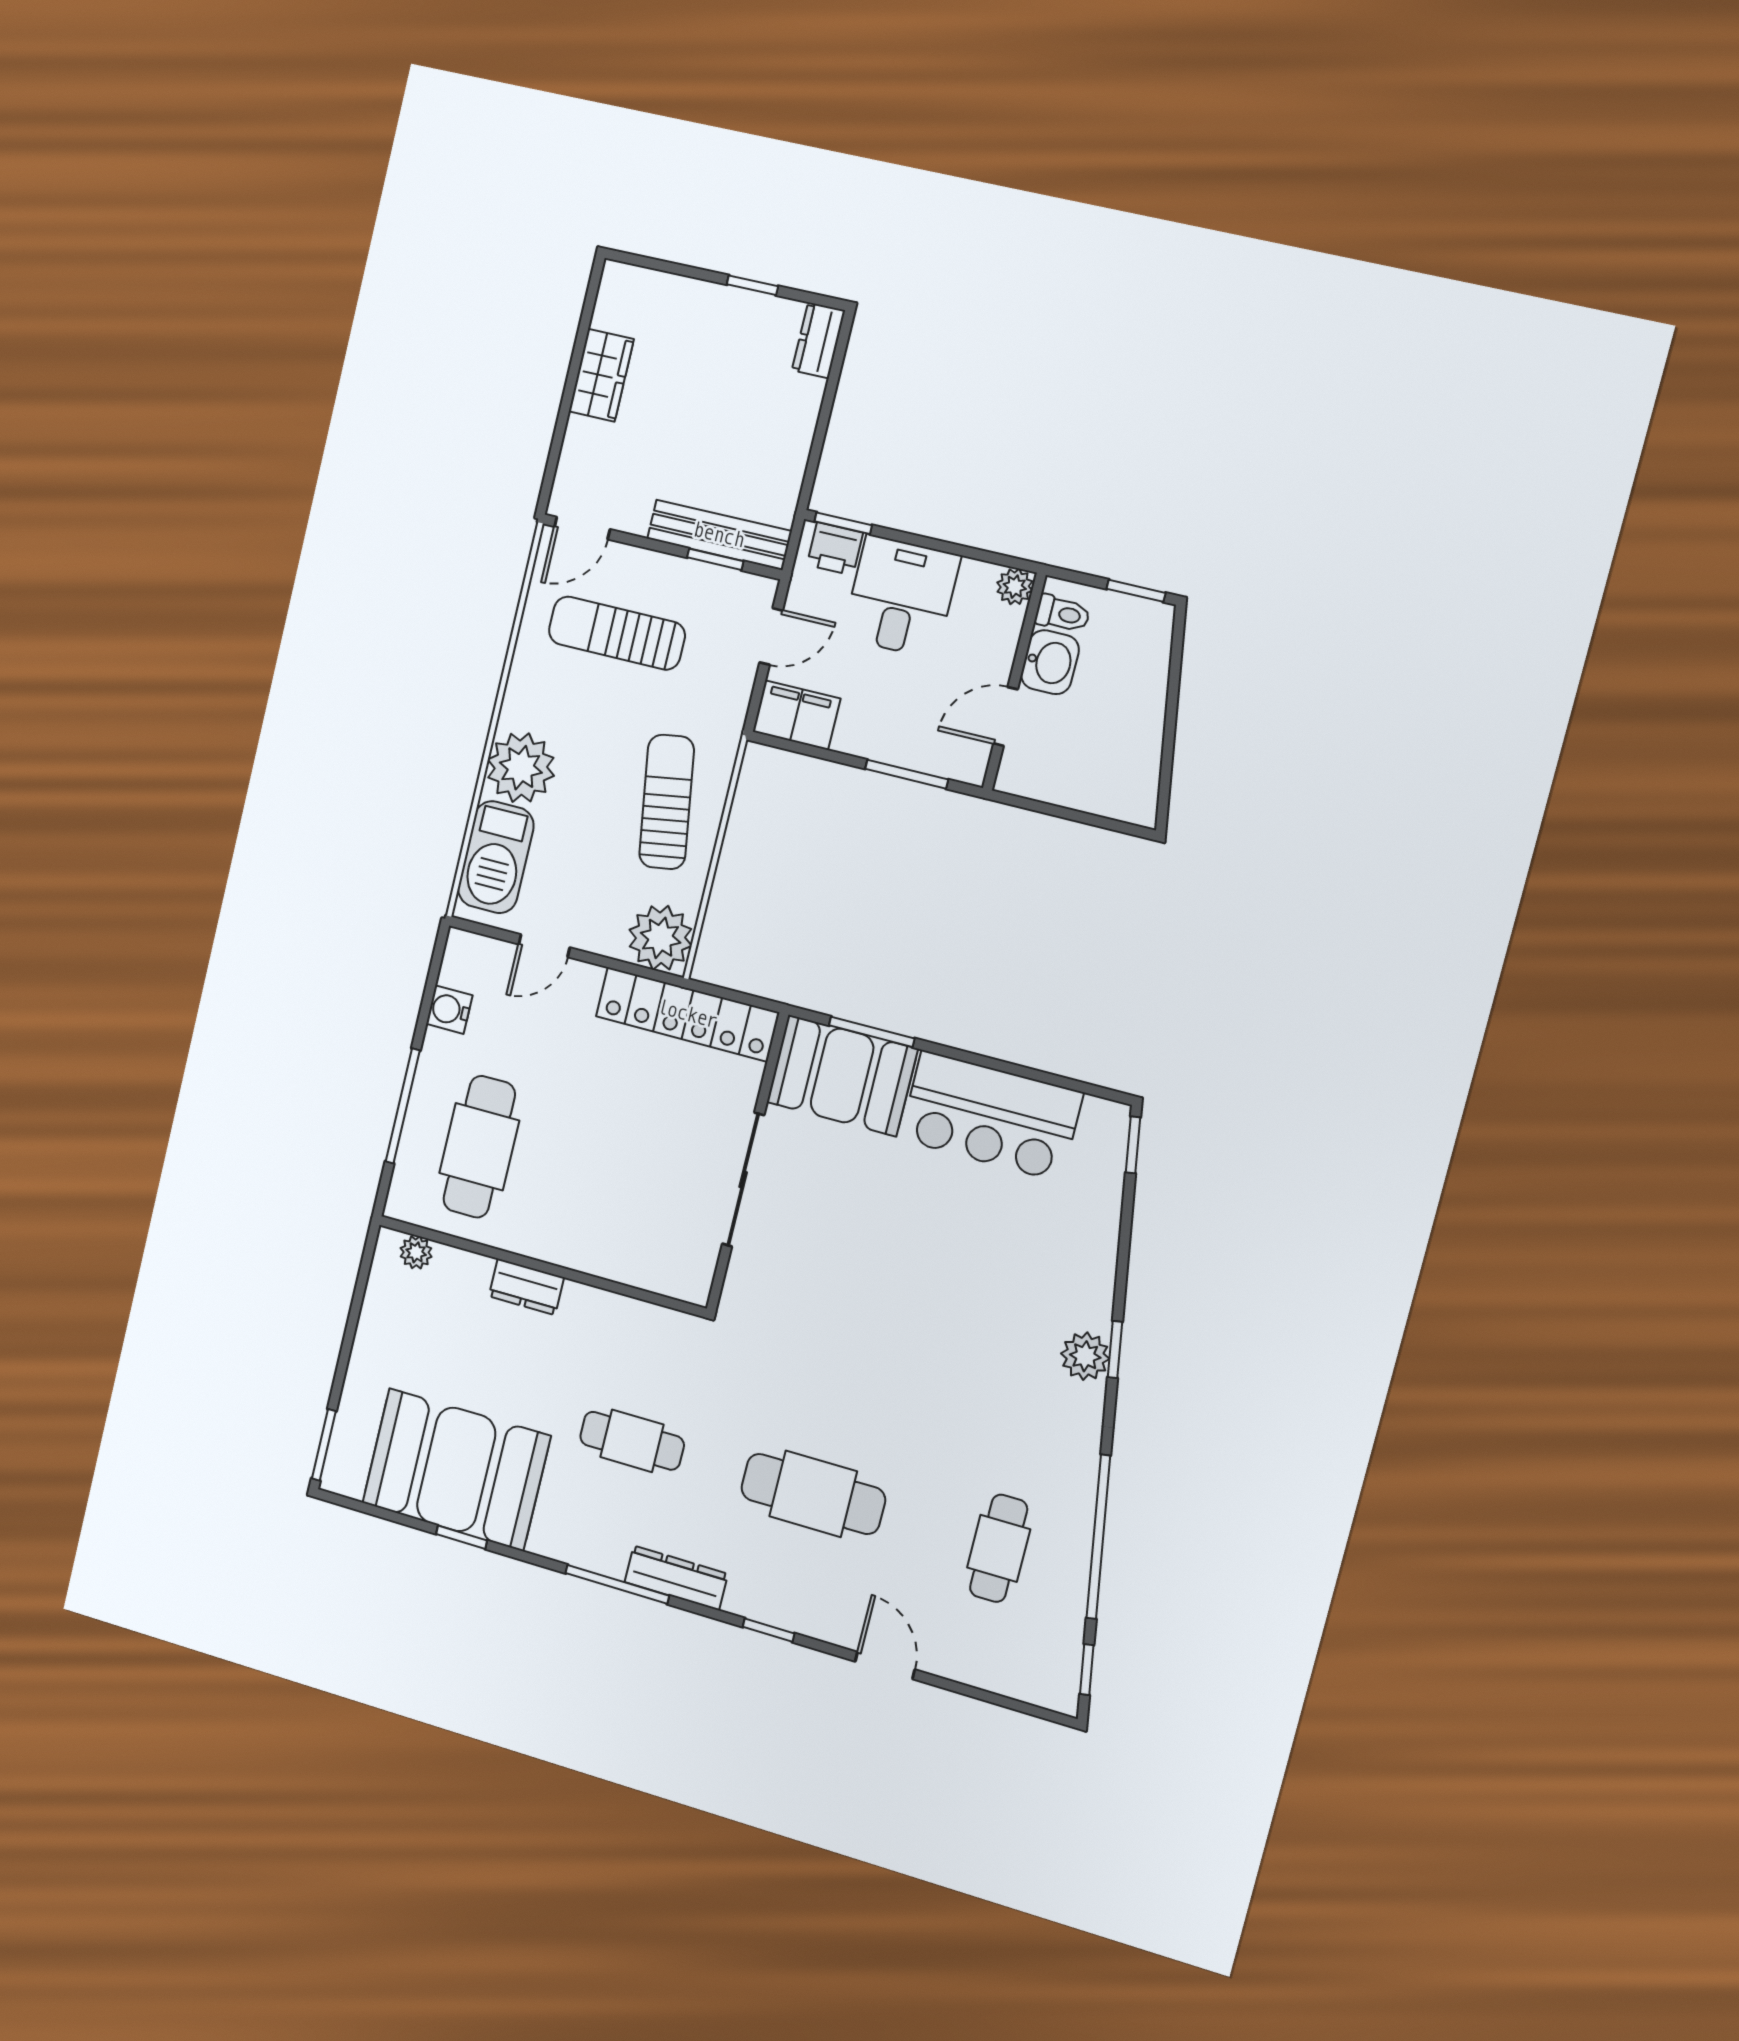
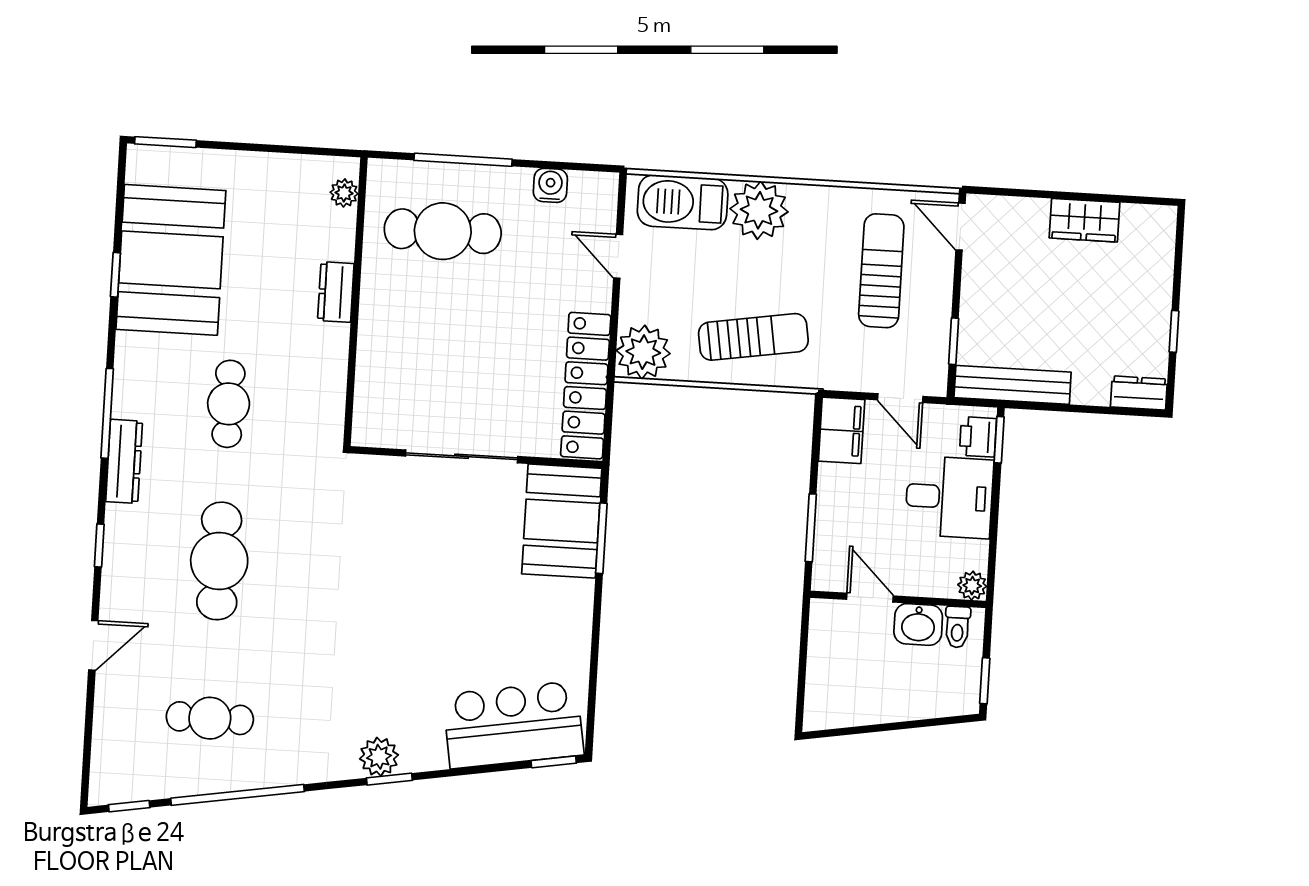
bench: (719, 535) -> (1013, 385), moved, turned 90
bar counter: (991, 1116) -> (513, 725), moved, turned 81

